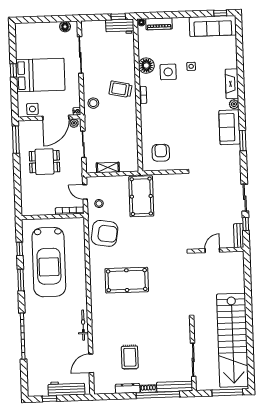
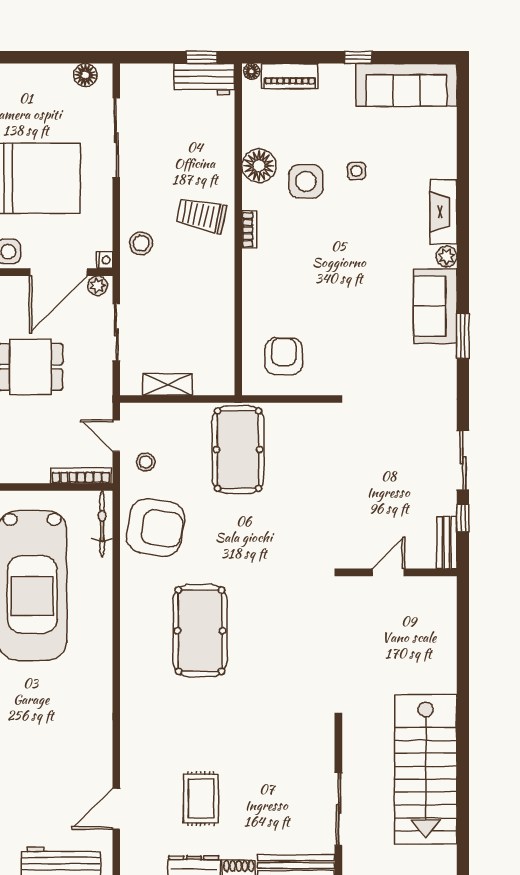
window: (220, 13) -> (358, 57), moved
pool table: (127, 280) -> (200, 631), turned 90
bicycle: (83, 325) -> (102, 524), moved
stairs: (233, 340) -> (426, 769), width x0.73

